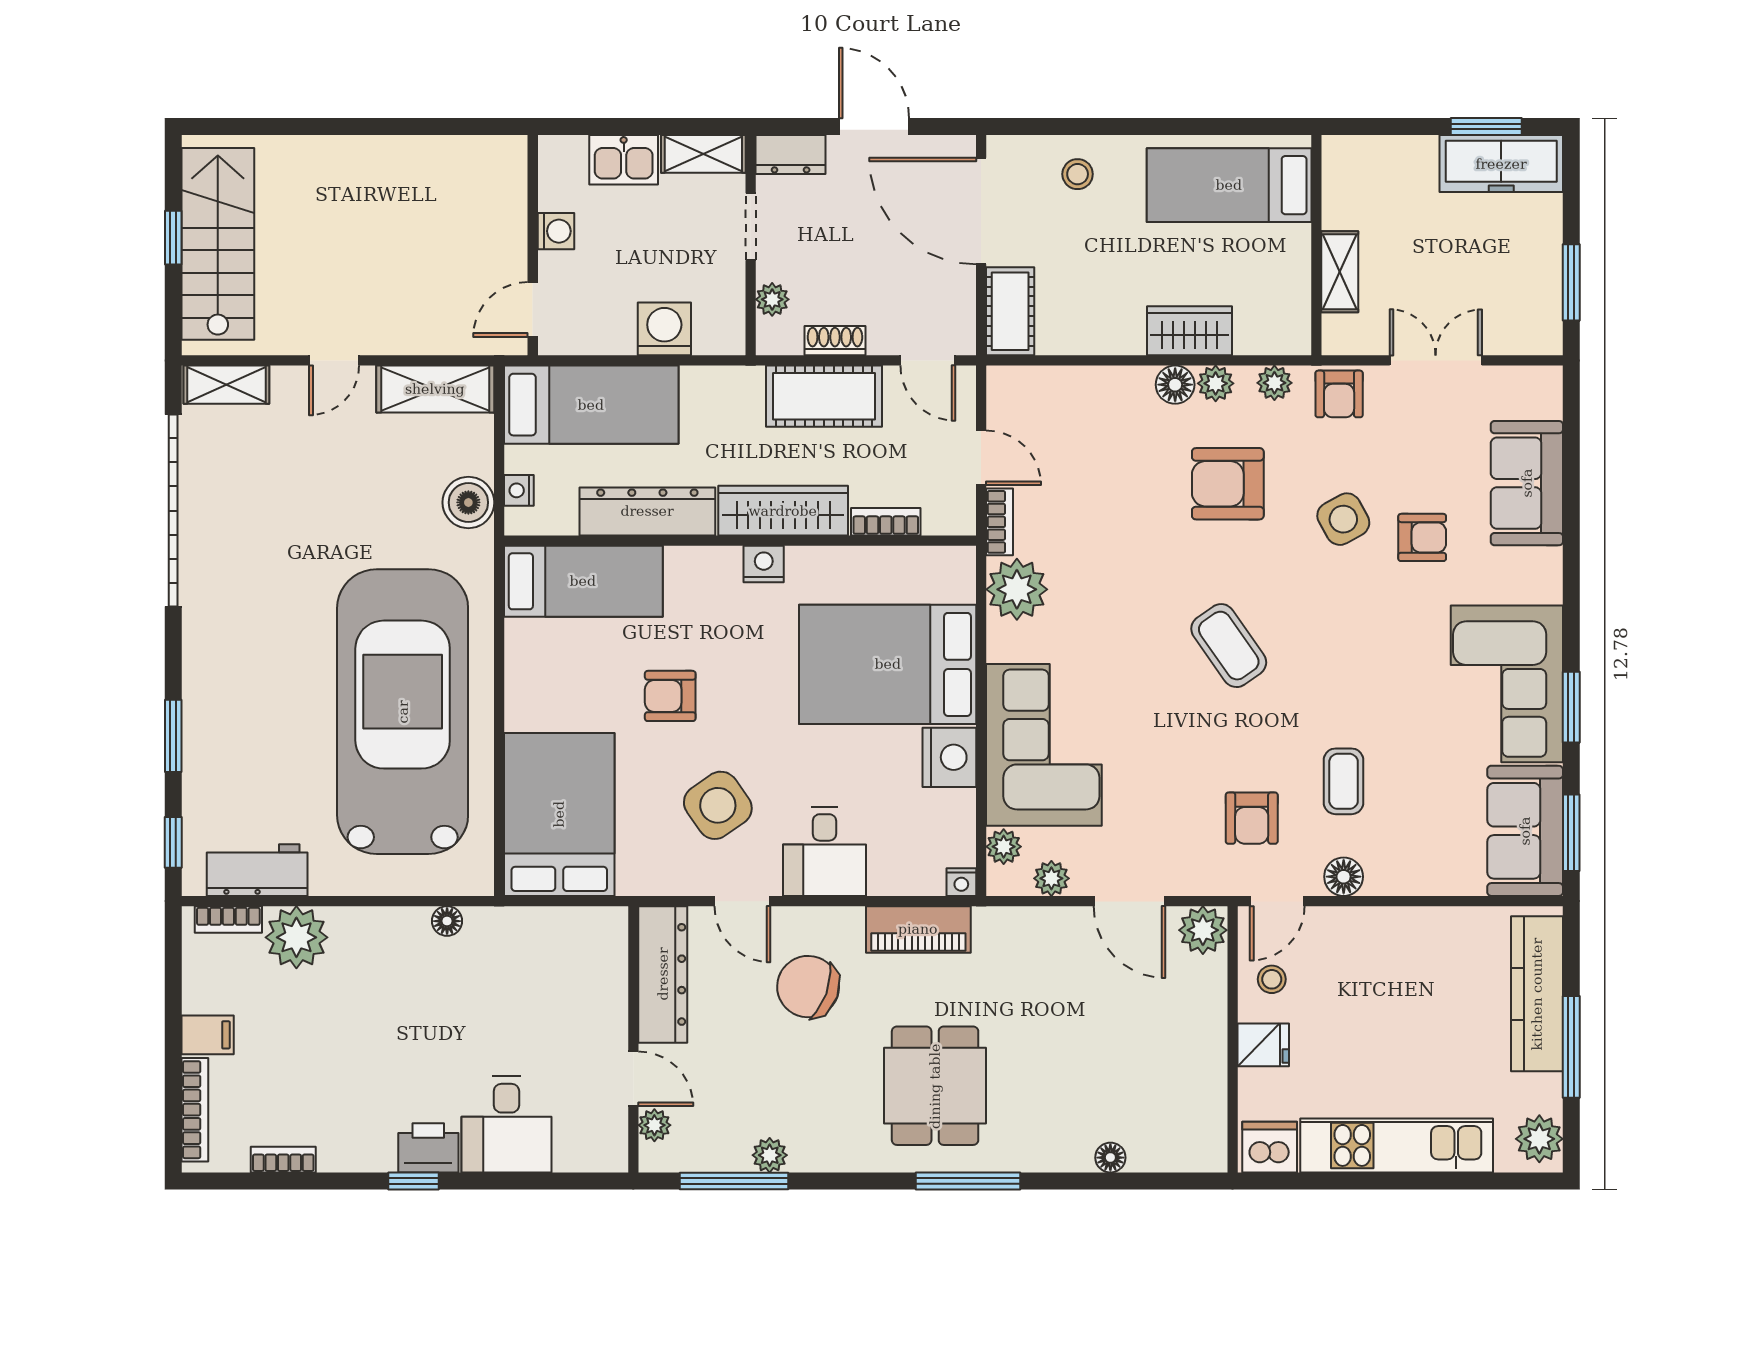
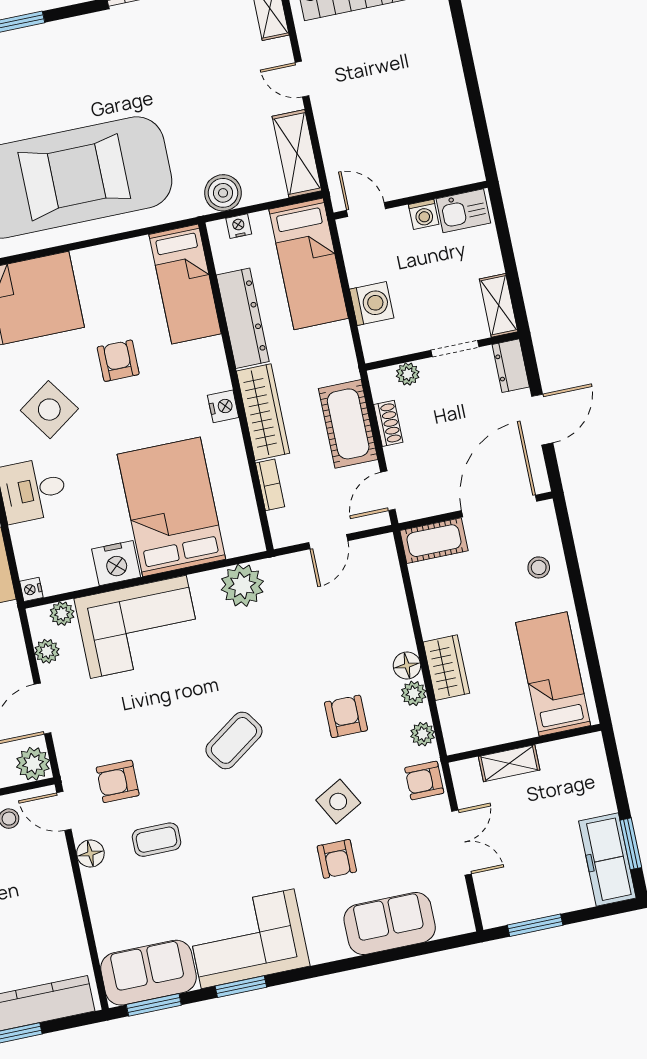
kitchen sink: (624, 160) -> (463, 211), moved, turned -90
armchair: (1228, 484) -> (346, 716), width x0.72, depth x0.72
bookcase: (1000, 522) -> (286, 564), removed

